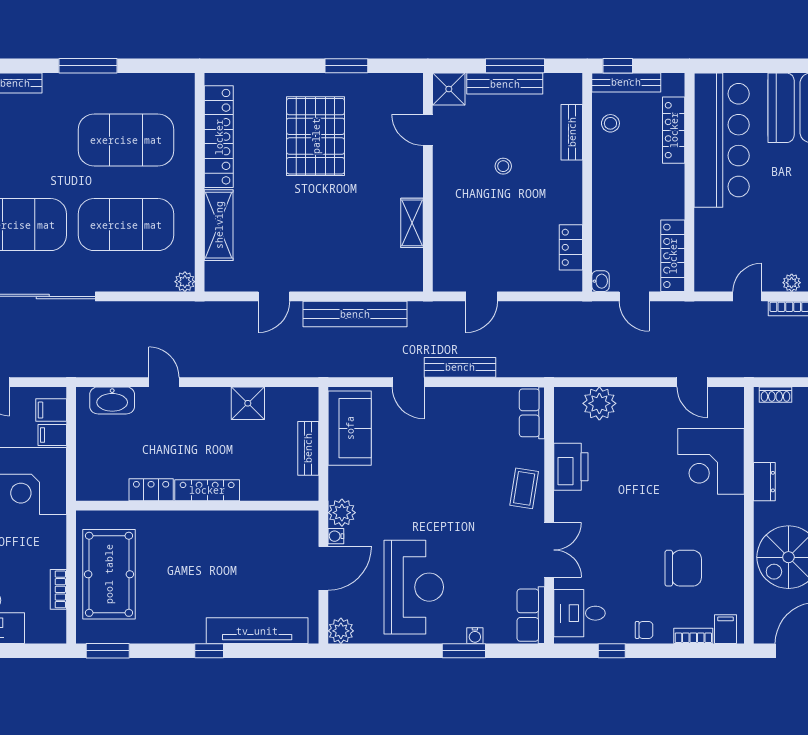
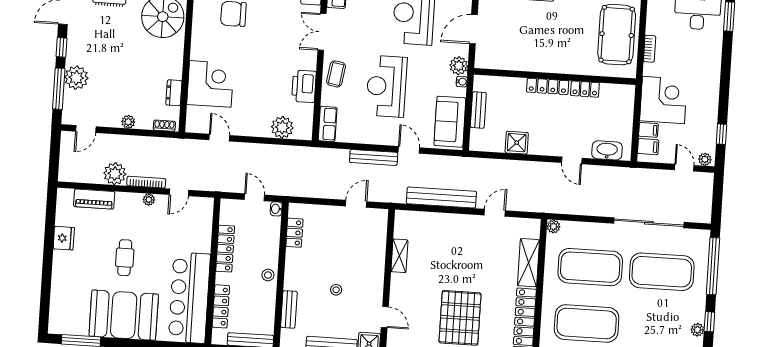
stool: (610, 123) -> (268, 275), moved
locker: (673, 256) -> (225, 249), moved
reception desk: (448, 475) -> (386, 86), added
dresser: (764, 482) -> (174, 93), moved
water cooler: (336, 536) -> (462, 82), moved
bookcase: (58, 589) -> (650, 49), moved

